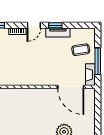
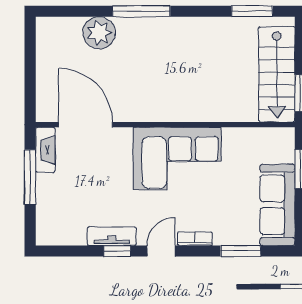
coffee table: (81, 50) -> (65, 201), removed
corner sofa: (26, 70) -> (177, 159), added

